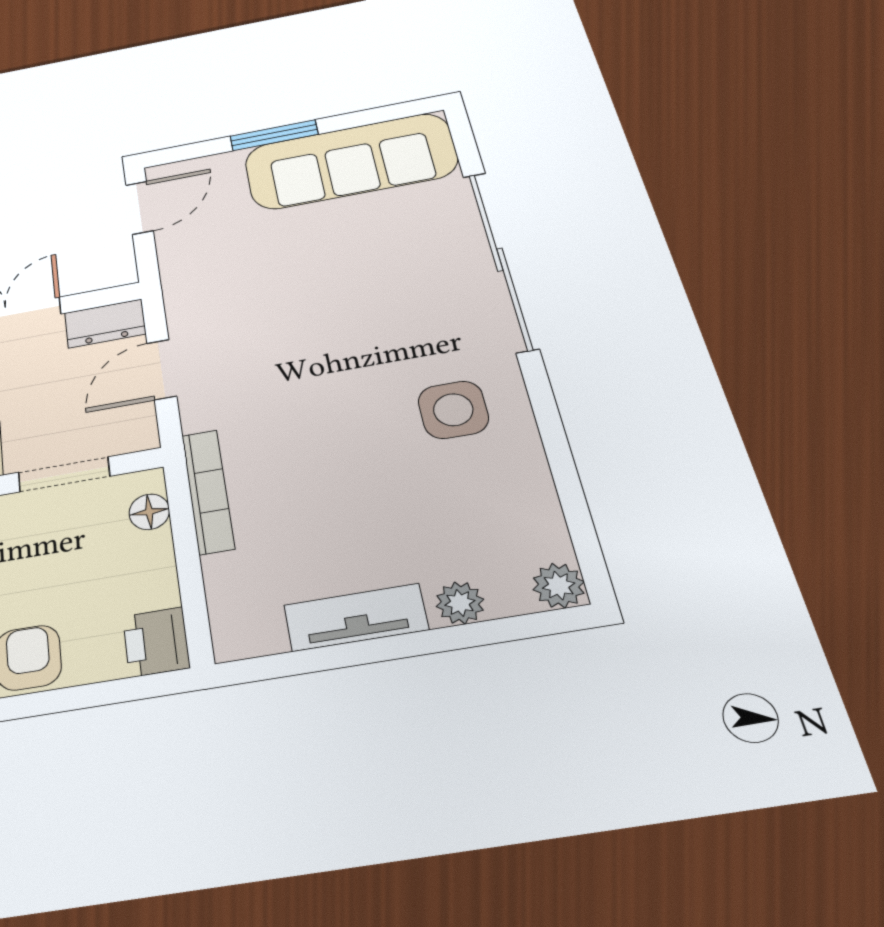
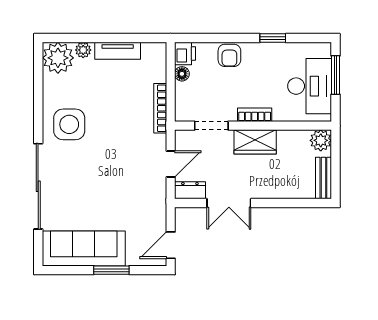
side table: (453, 410) -> (69, 124), width x1.37, depth x1.37
floor lamp: (149, 512) -> (182, 74), moved
plant: (559, 586) -> (58, 58), width x1.88, depth x1.88

